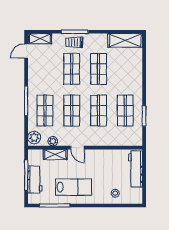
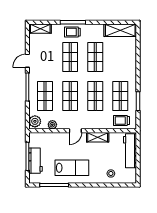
door: (26, 51) -> (27, 61), moved
trolley: (127, 137) -> (121, 121), added
door: (77, 148) -> (75, 131), hinge flipped
shelving: (55, 154) -> (98, 137), moved

